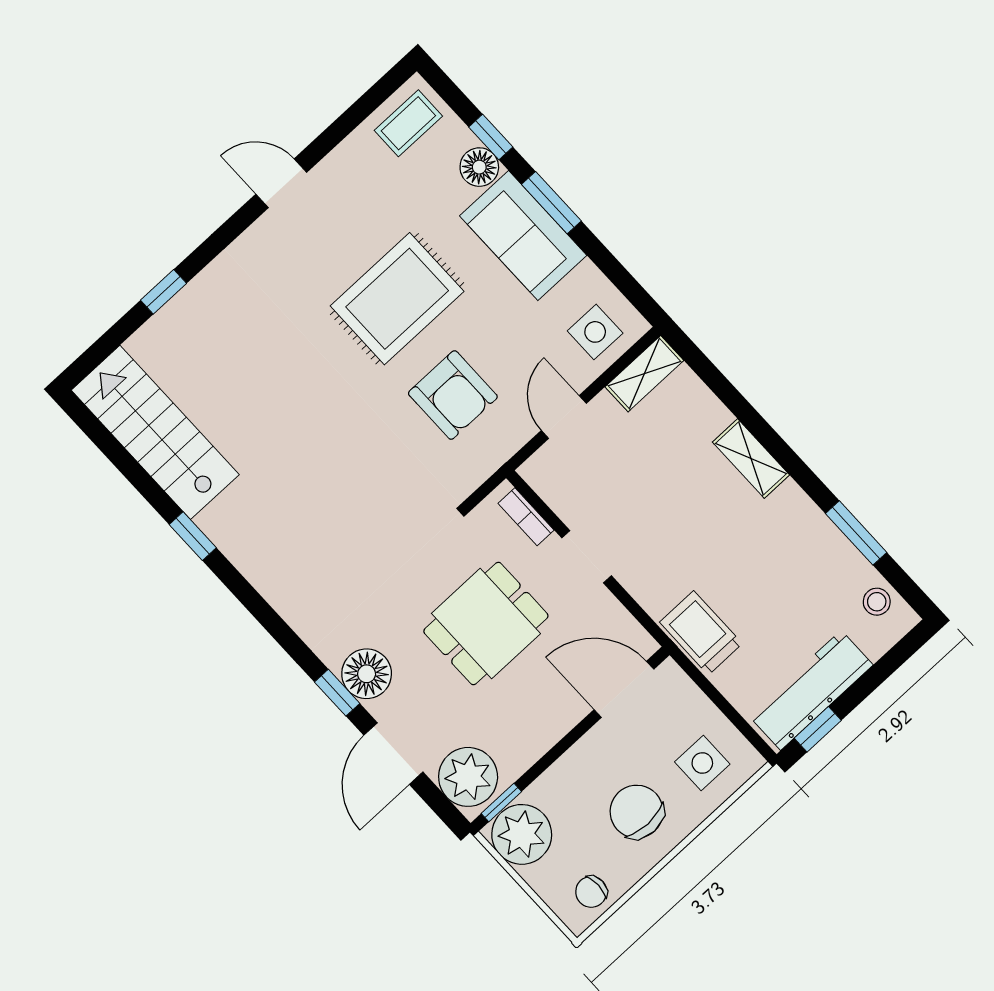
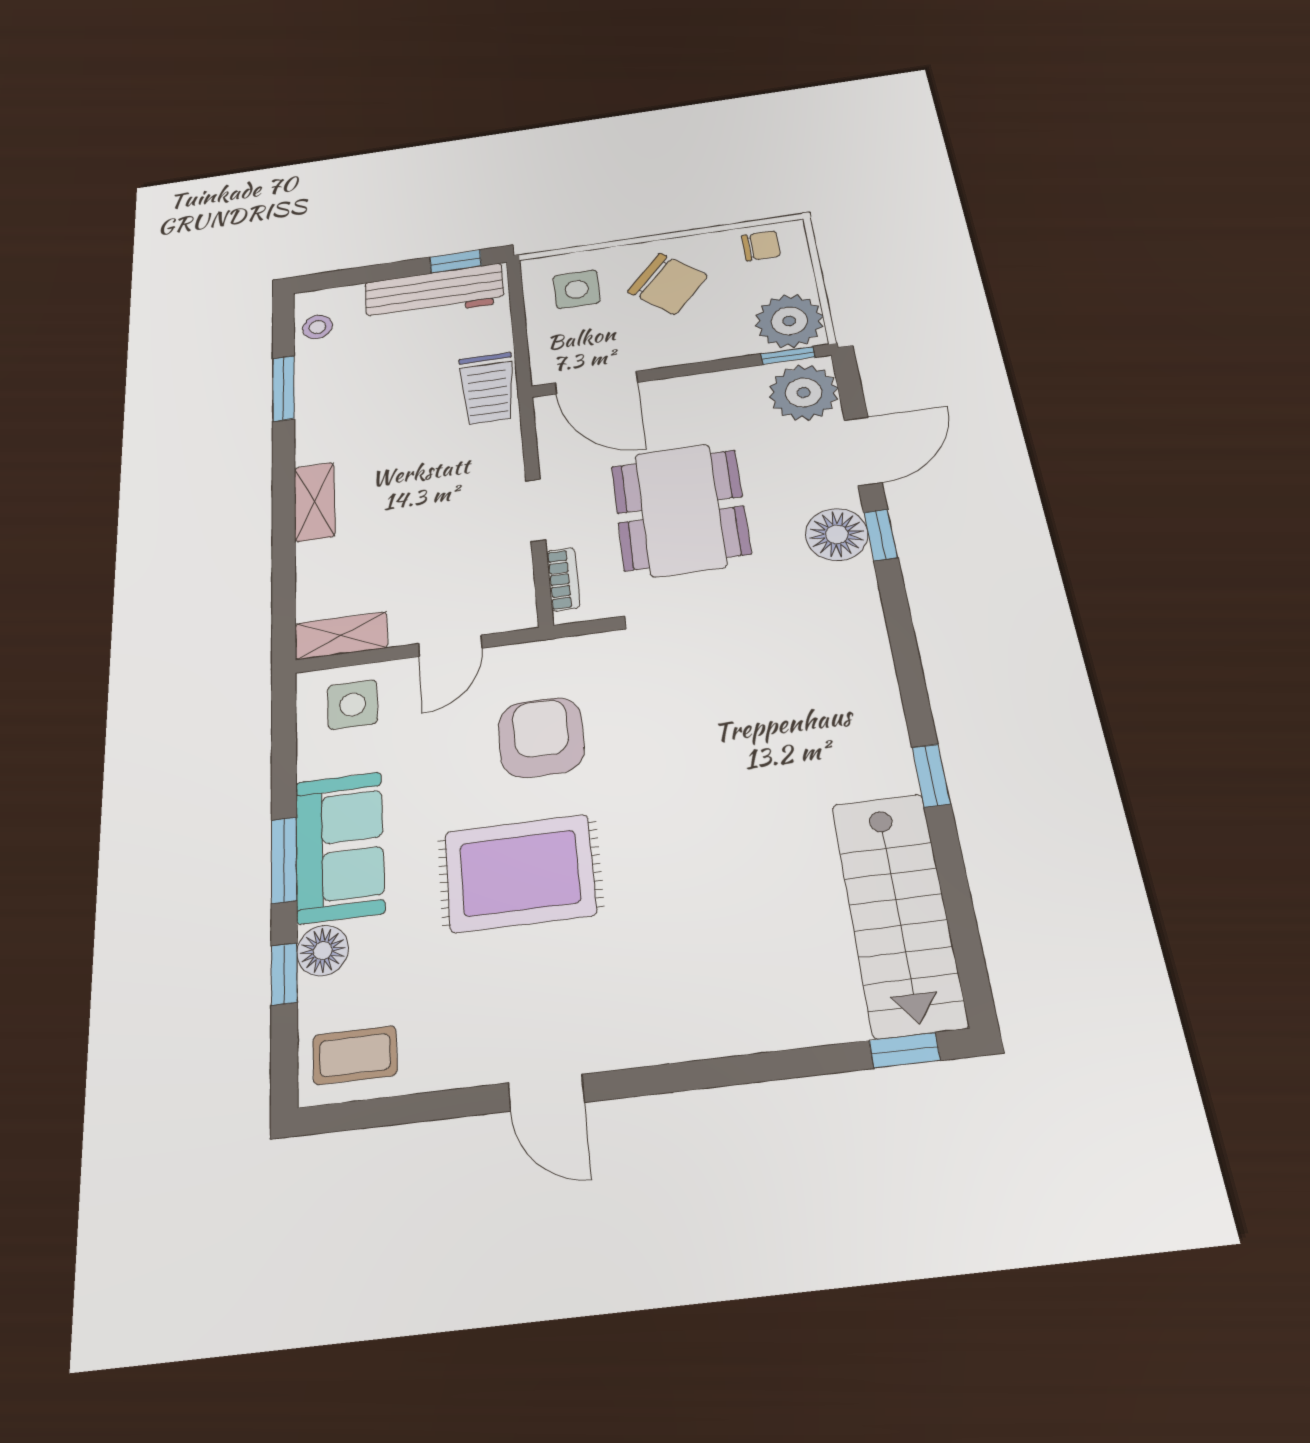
window: (164, 292) -> (905, 1050), moved
dining table: (486, 623) -> (680, 510), width x1.37
chair: (637, 812) -> (668, 284), turned -49

